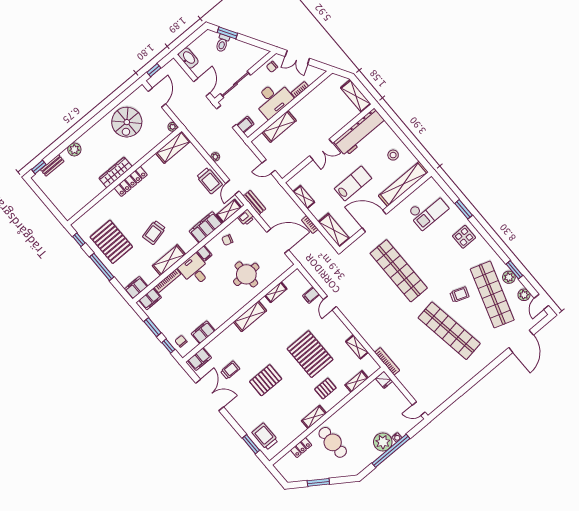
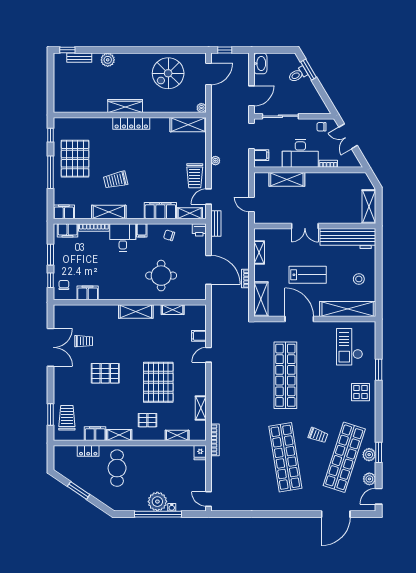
checkout: (428, 210) -> (349, 347), turned 90
filing cabinet: (199, 359) -> (95, 434), moved, turned 180

